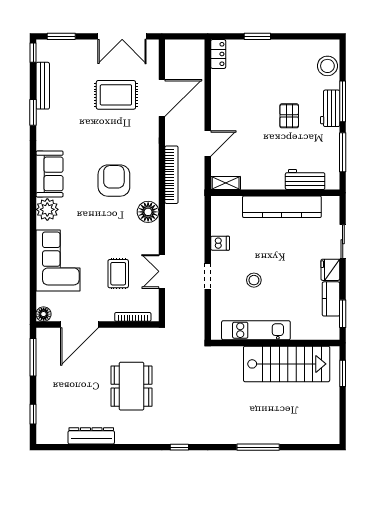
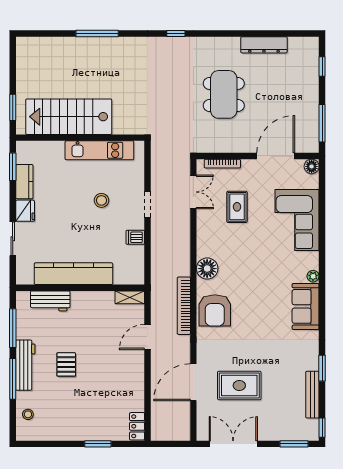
stool: (327, 66) -> (28, 414), width x0.53, depth x0.53
workbench: (330, 108) -> (25, 365), width x1.38
armchair: (114, 181) -> (215, 310), moved
plant: (47, 209) -> (313, 276), width x0.53, depth x0.53
double door: (162, 271) -> (193, 192), moved

